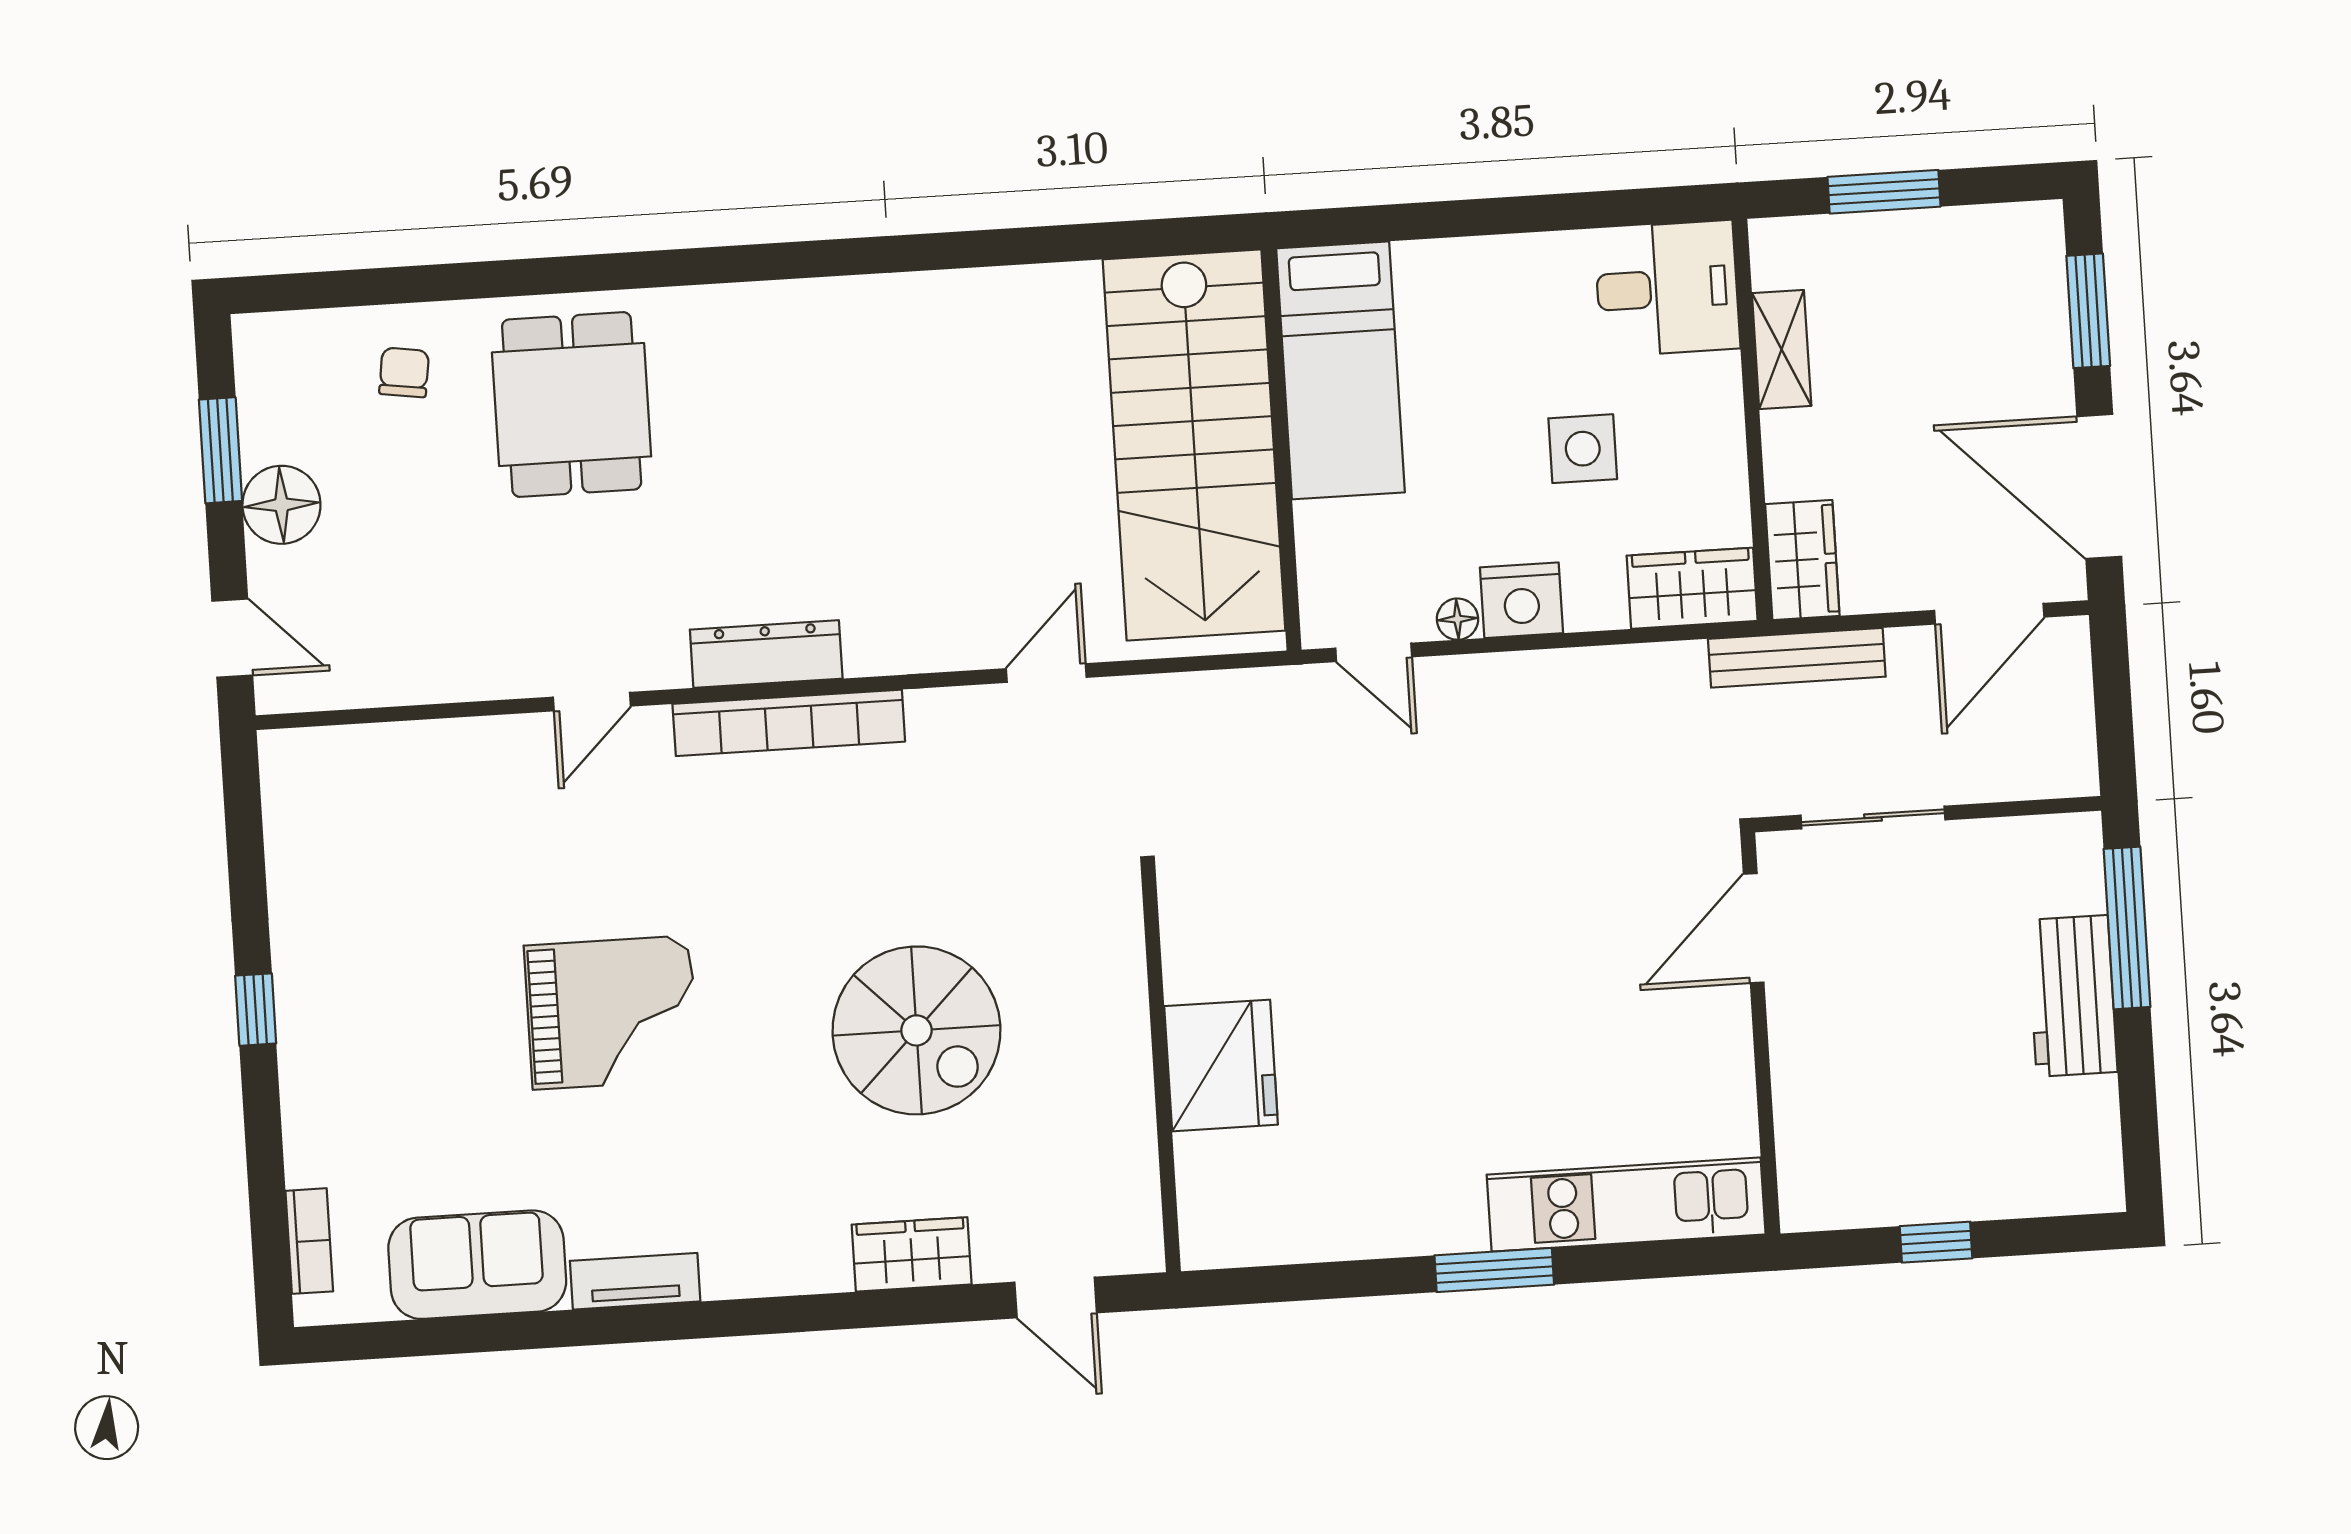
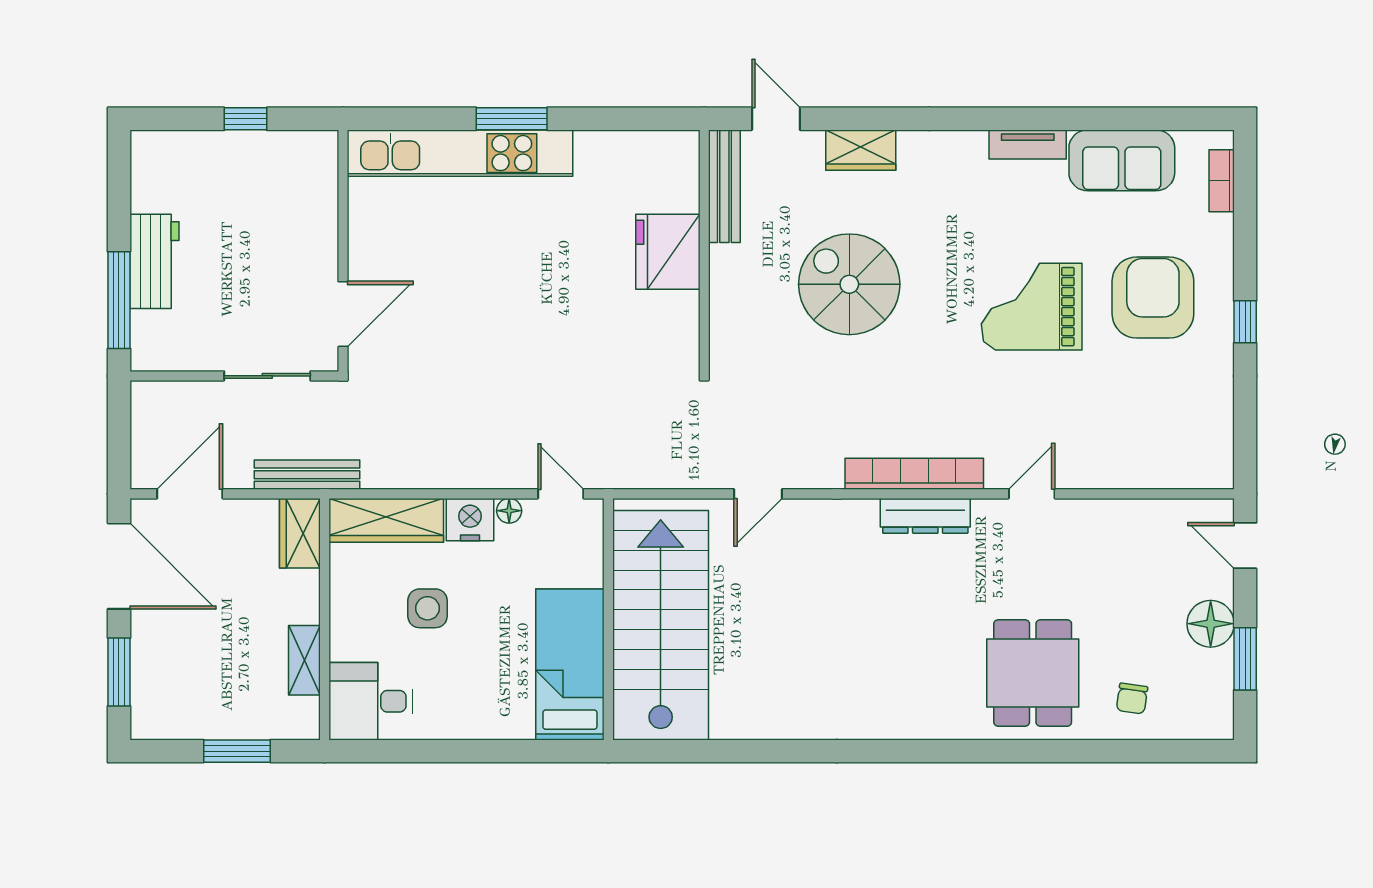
wardrobe: (1692, 588) -> (386, 520), width x1.50
armchair: (411, 1040) -> (1153, 298), added
bench: (1134, 1180) -> (724, 186), added
kitchen unit: (1626, 1204) -> (460, 153), width x1.36

